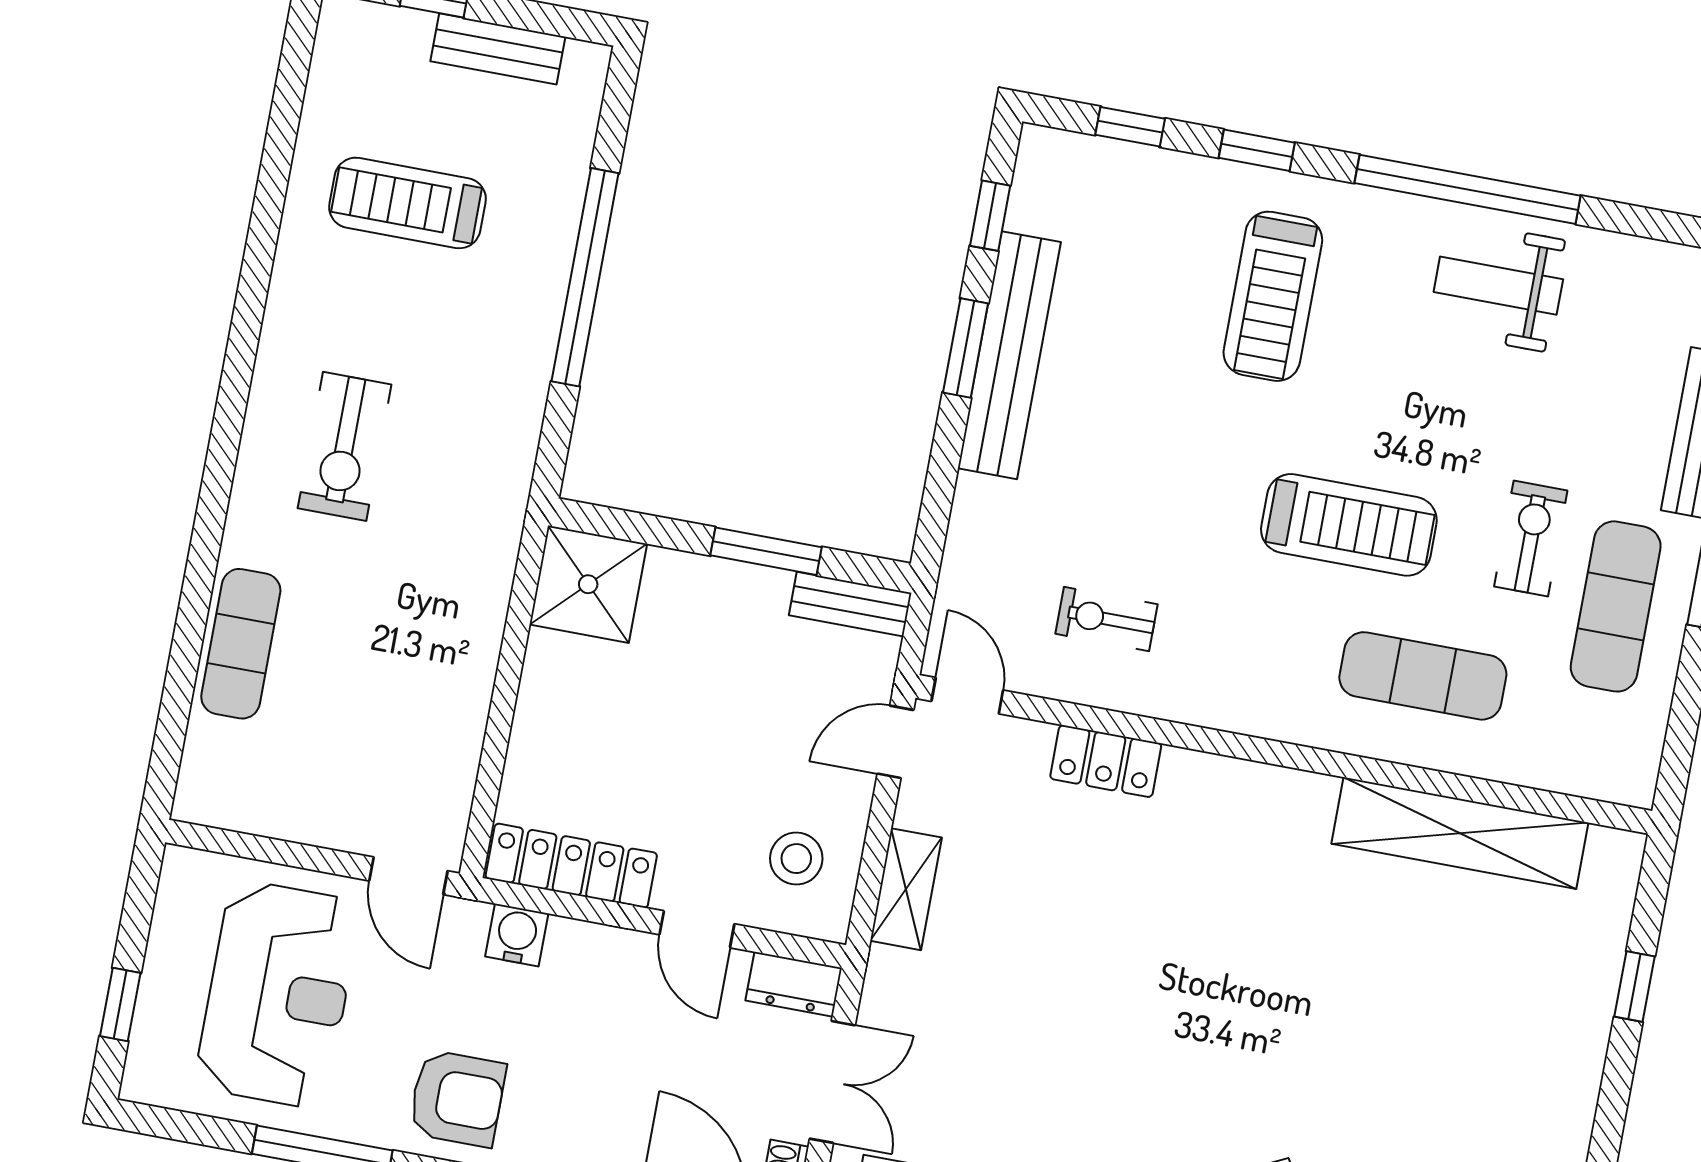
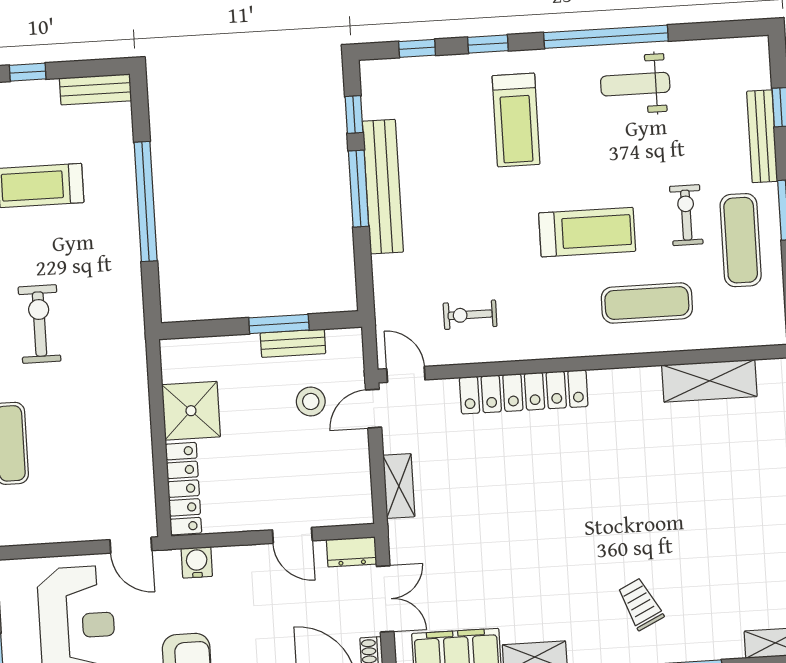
bench: (498, 49) -> (95, 89), moved
window: (966, 348) -> (359, 189), width x1.44
exercise bike: (345, 446) -> (40, 324), turned 180
shower: (588, 584) -> (191, 411), moved
bench: (850, 604) -> (293, 343), moved
locker: (1106, 761) -> (524, 392), width x2.16, depth x1.21
shelving: (1460, 833) -> (709, 381), width x0.68
stool: (796, 859) -> (311, 401), moved
locker: (571, 866) -> (183, 489), moved, turned 90

